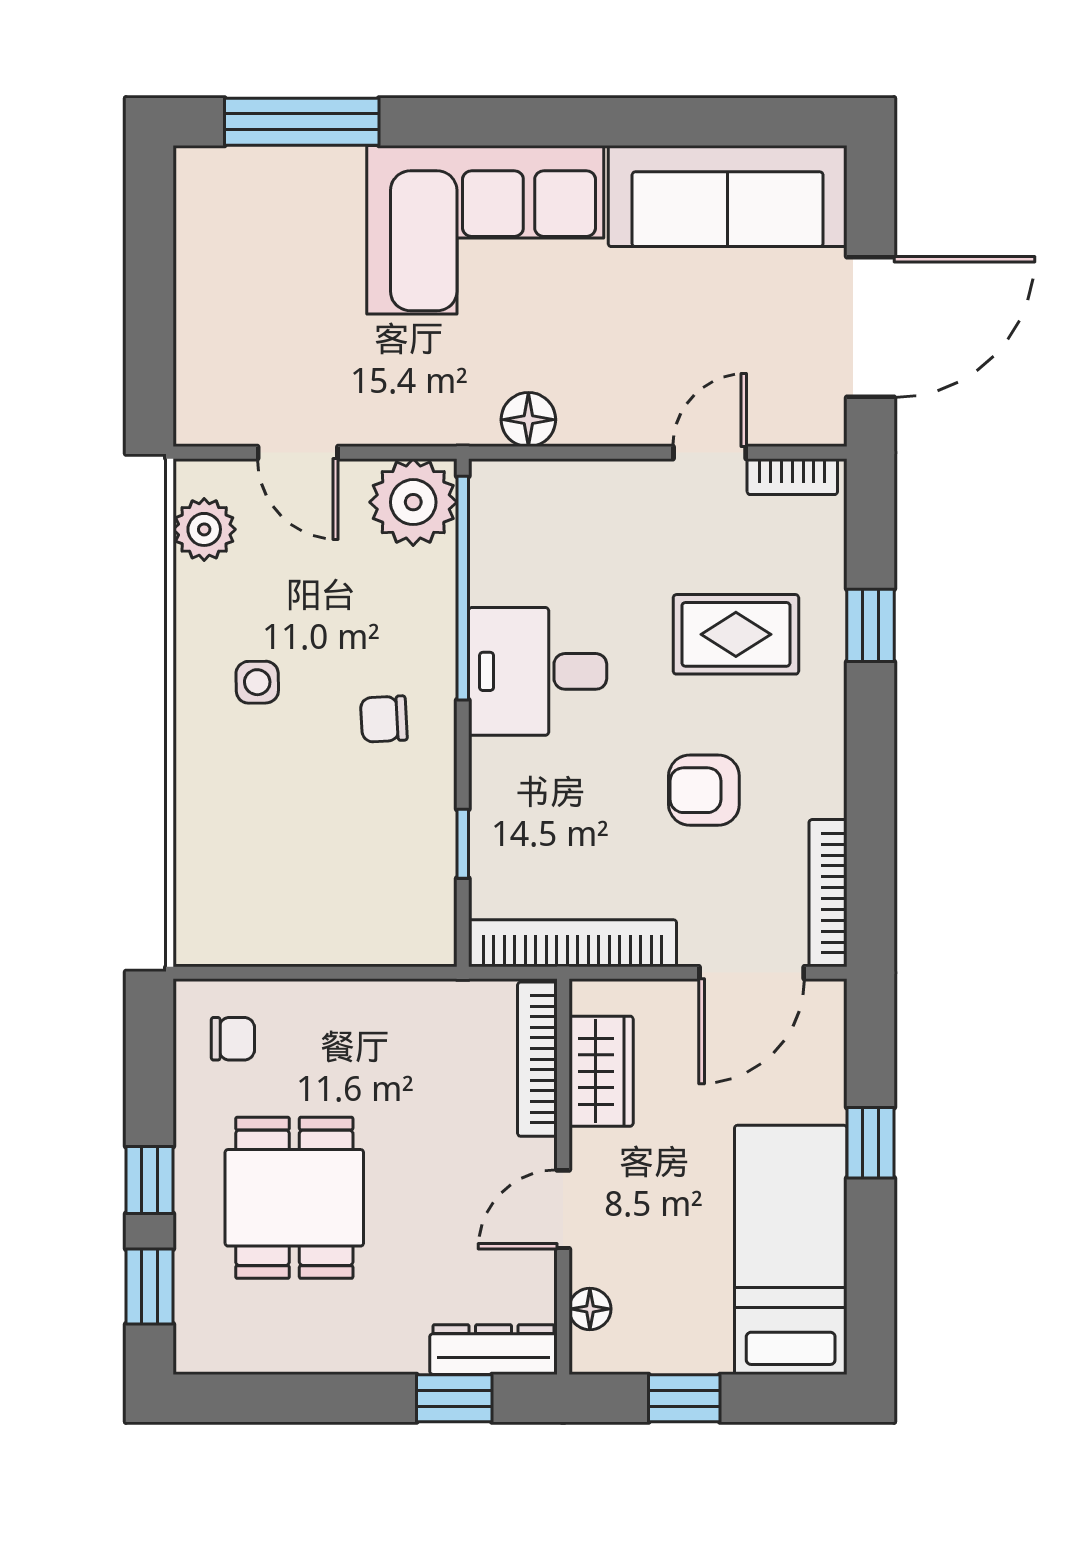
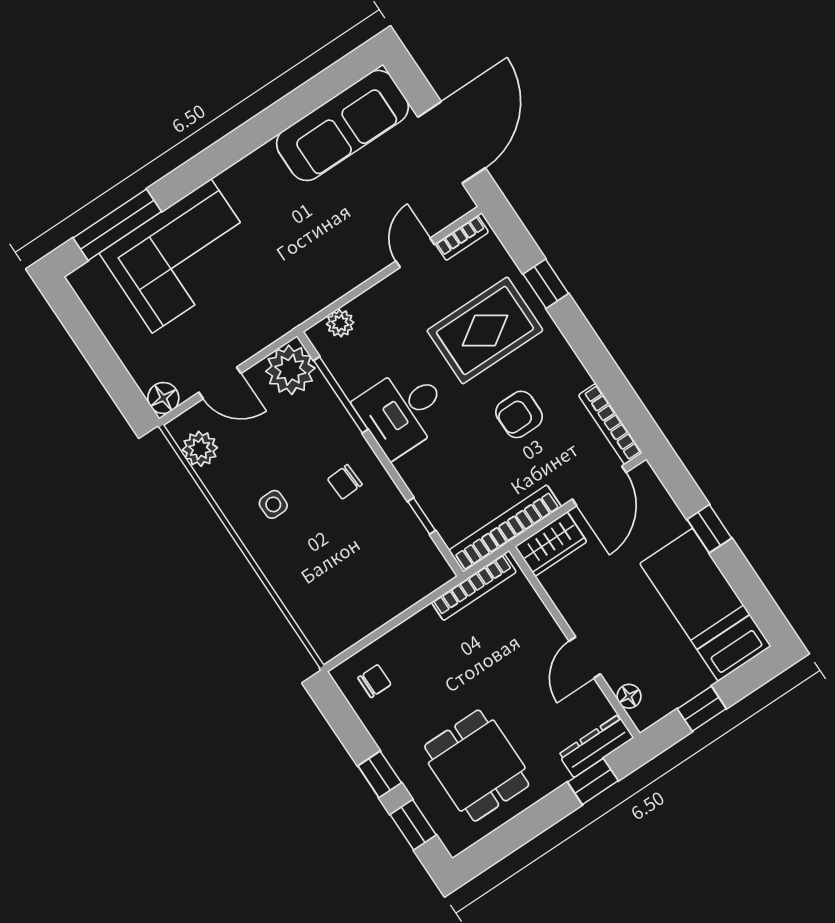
corner sofa: (485, 230) -> (182, 256), moved
floor lamp: (528, 420) -> (163, 398), moved
plant: (531, 483) -> (340, 323), added
window: (463, 588) -> (341, 395), width x0.68
rug: (736, 634) -> (485, 330), width x1.36, depth x1.43
bookcase: (537, 1059) -> (474, 587), moved, turned -90
wardrobe: (601, 1071) -> (551, 544), moved, turned 90
dining table: (294, 1198) -> (477, 766), moved

